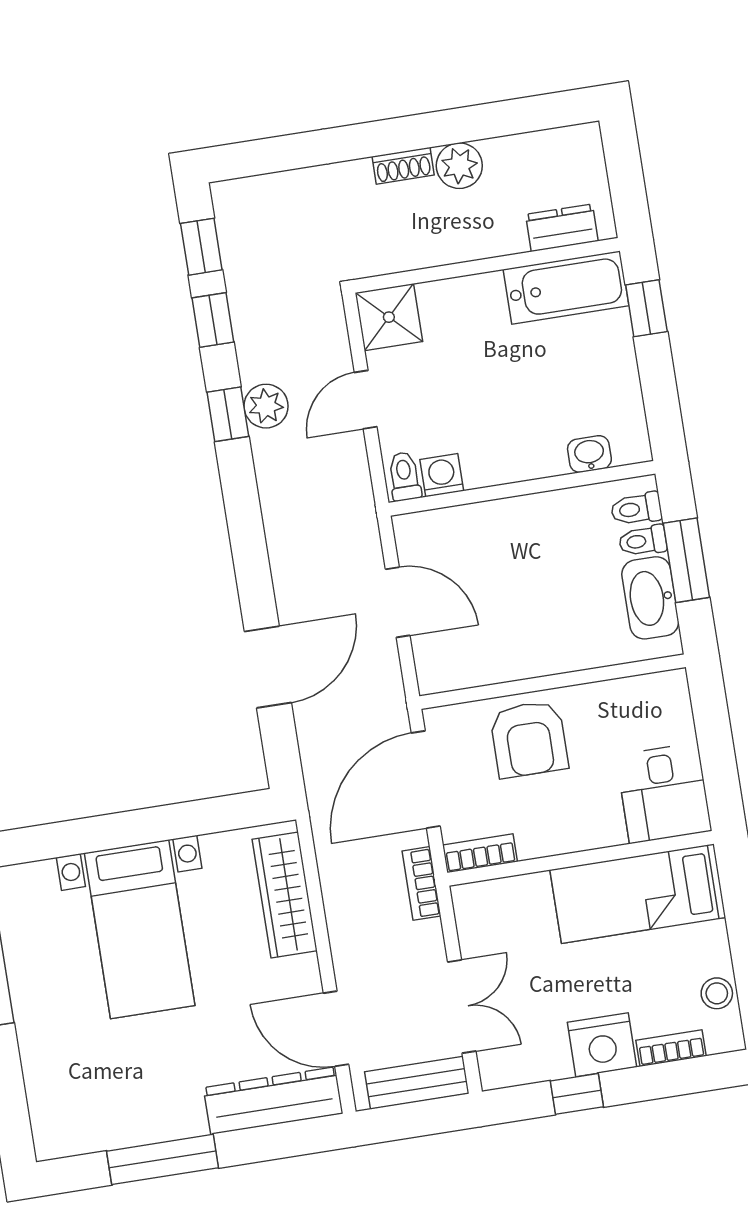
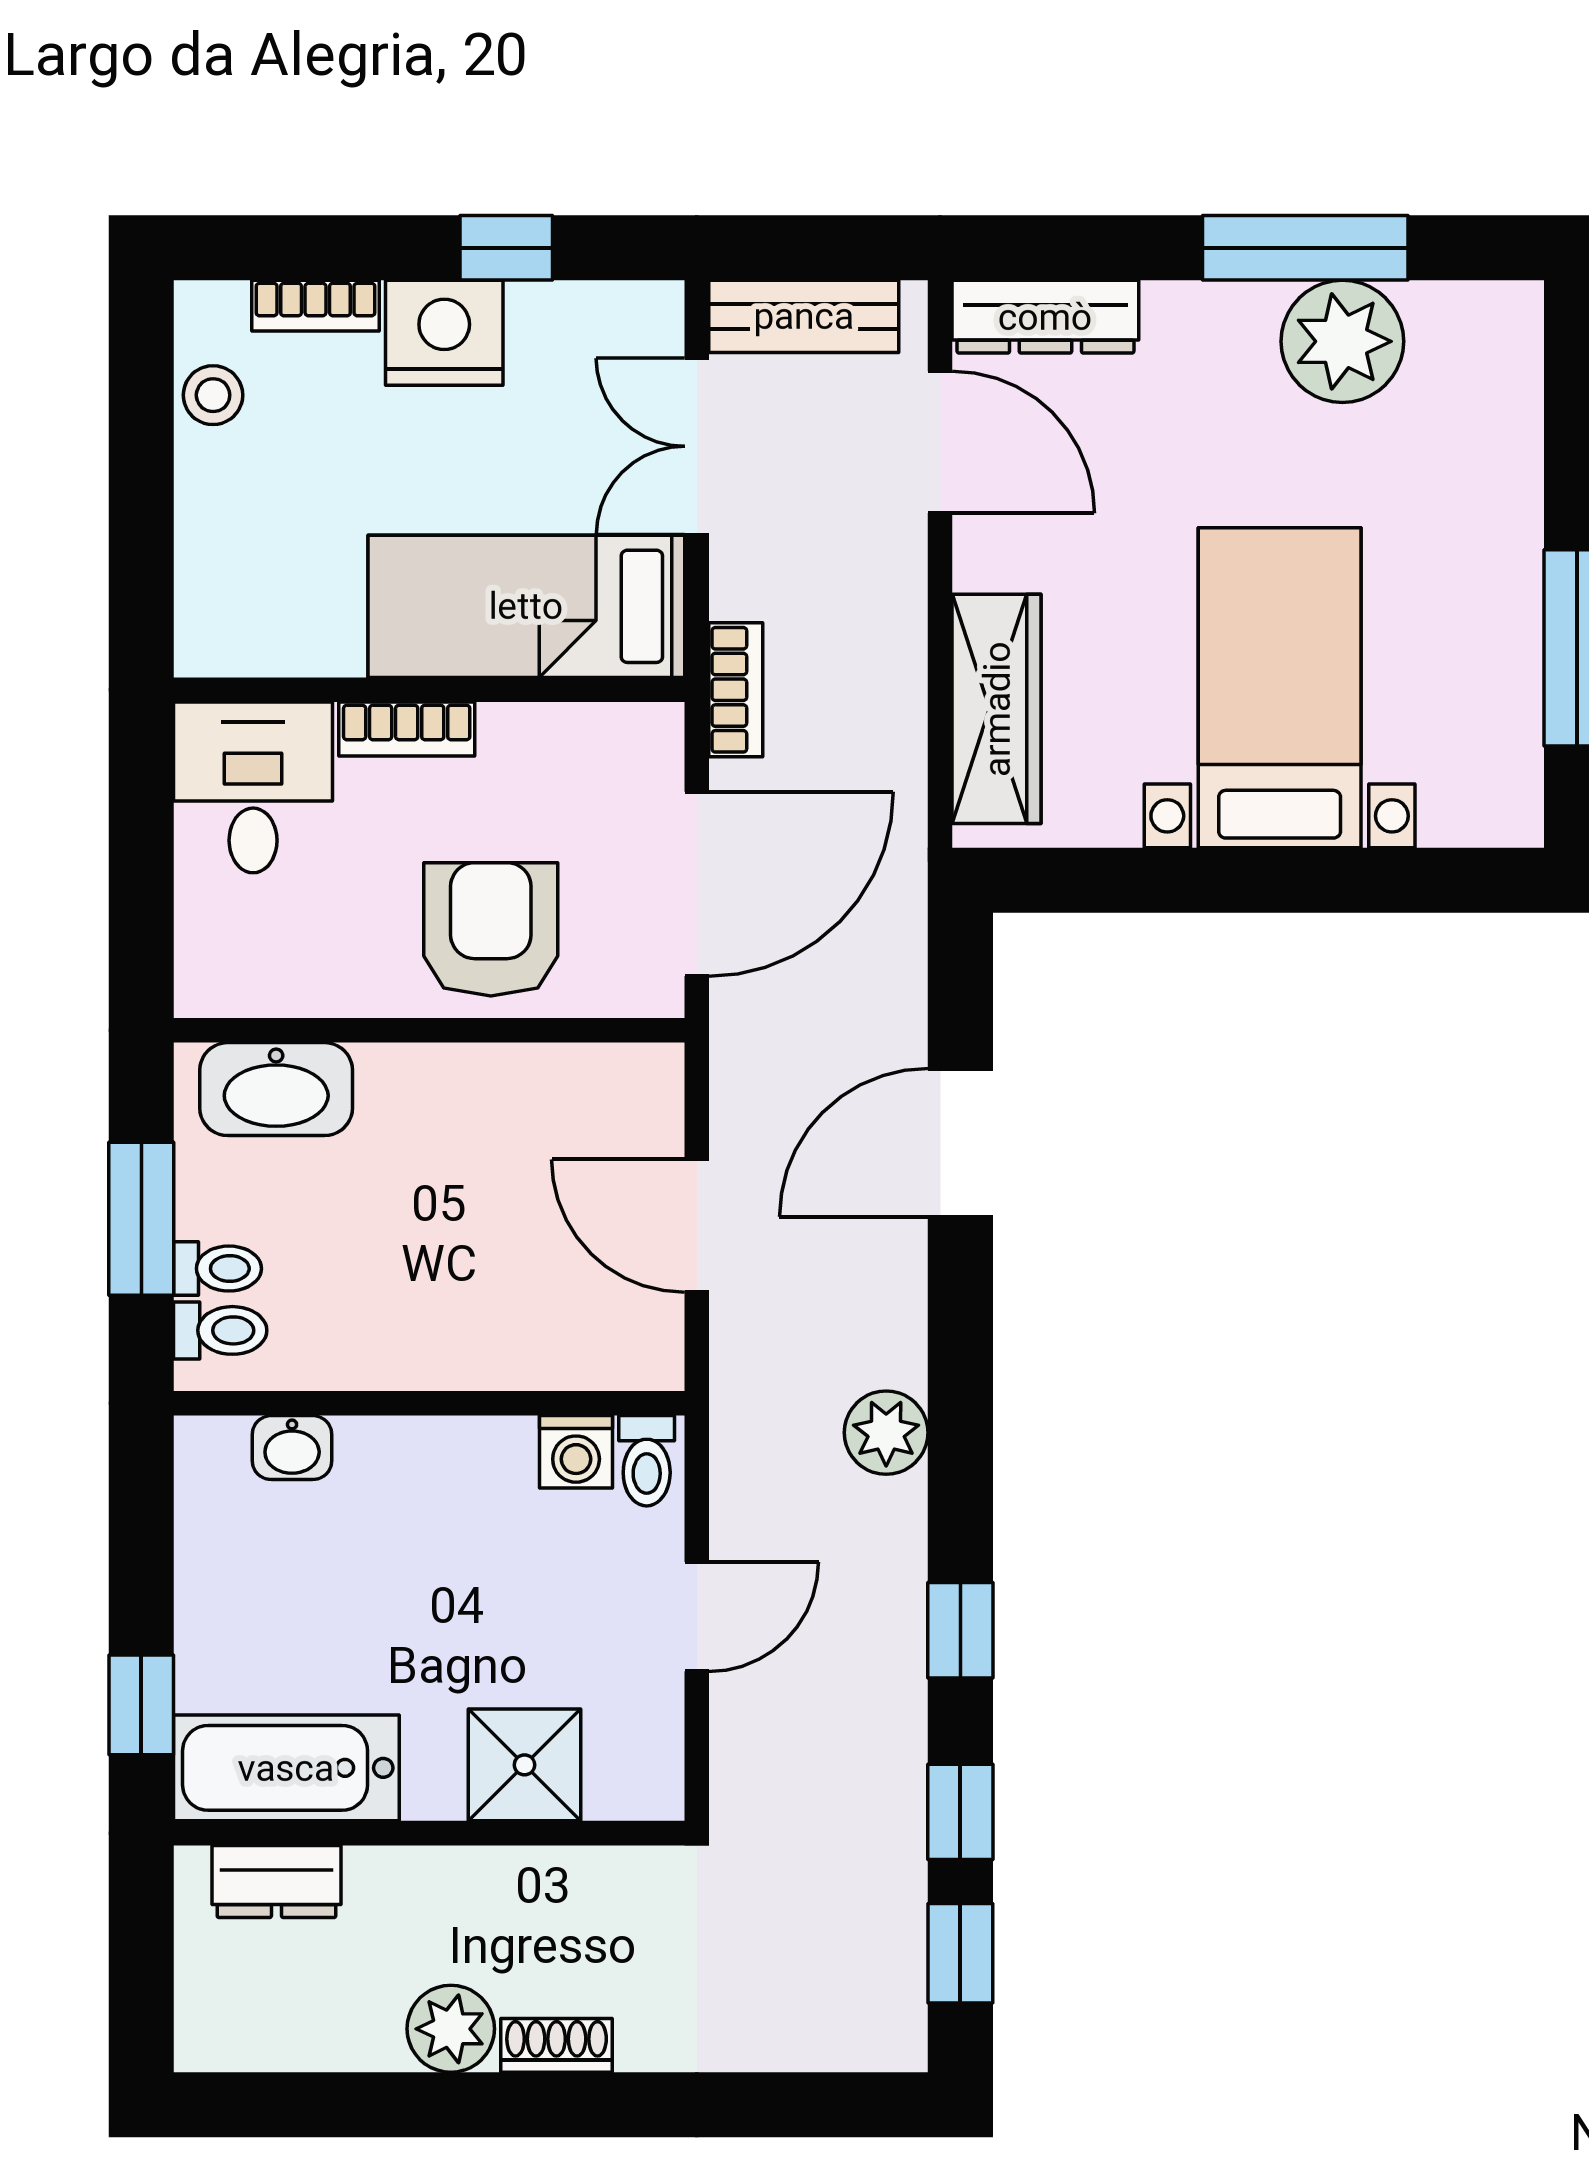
shower: (389, 317) -> (524, 1765), moved
plant: (266, 406) -> (886, 1433), moved
washbasin: (650, 598) -> (276, 1089), moved, turned 90
bookcase: (480, 853) -> (407, 729), moved
bed: (638, 894) -> (526, 606), moved, turned 180
dresser: (273, 1101) -> (1045, 317), width x0.73, depth x0.80
plant: (136, 1114) -> (1342, 341), added

